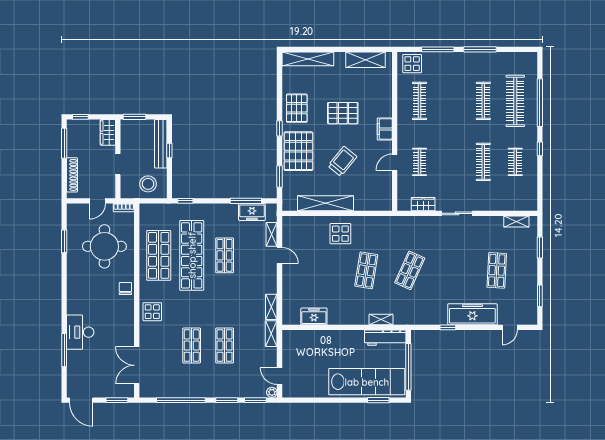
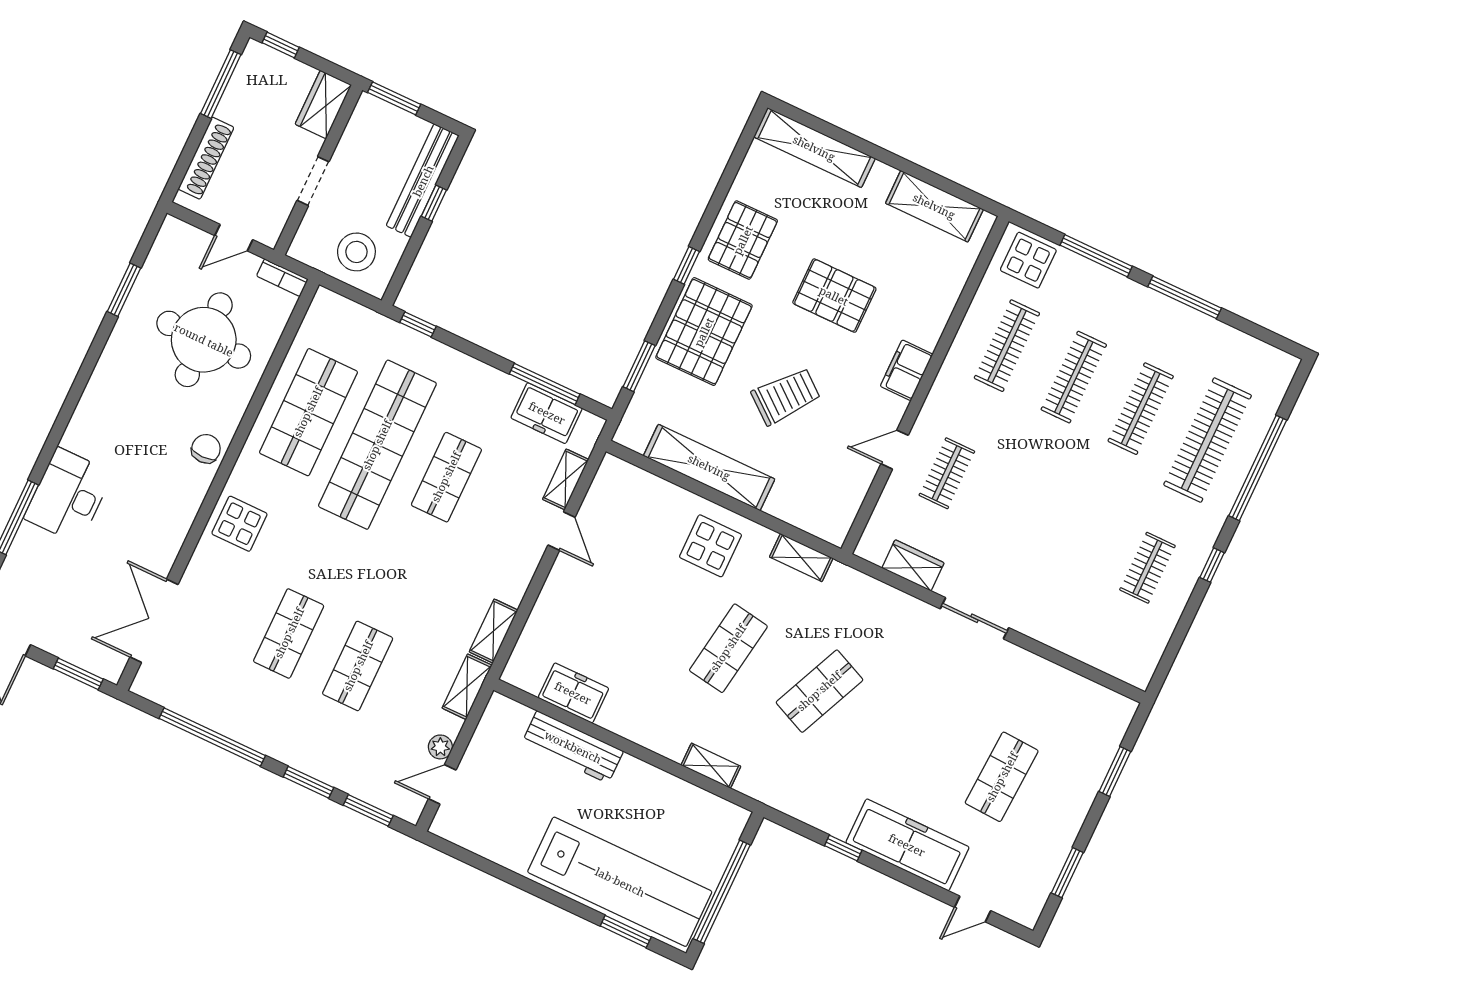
clothes rail: (483, 162) -> (1074, 377), moved
shelving: (516, 222) -> (801, 558), moved
workbench: (385, 338) -> (573, 747), moved
door: (280, 376) -> (442, 784), hinge flipped
plant: (272, 392) -> (440, 747), moved

